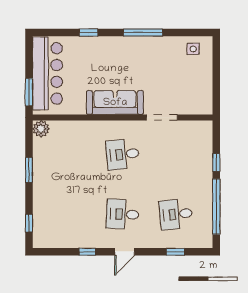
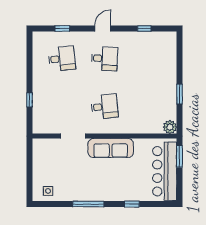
window: (216, 207) -> (29, 65), removed
window: (29, 223) -> (179, 51), removed
window: (87, 252) -> (144, 28), moved

